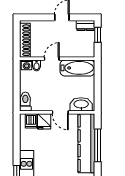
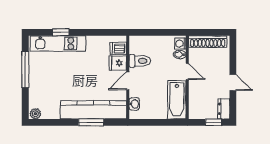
toilet: (25, 102) -> (140, 61), moved
washbasin: (81, 104) -> (134, 104), width x0.52, depth x0.69
window: (98, 145) -> (91, 122), width x0.69

